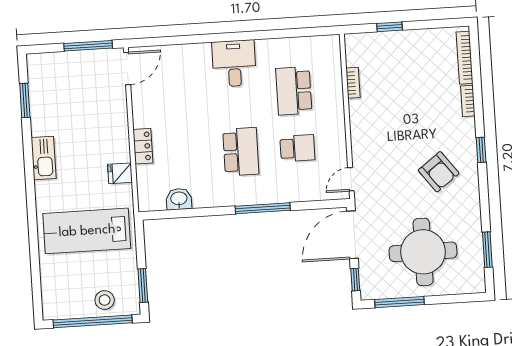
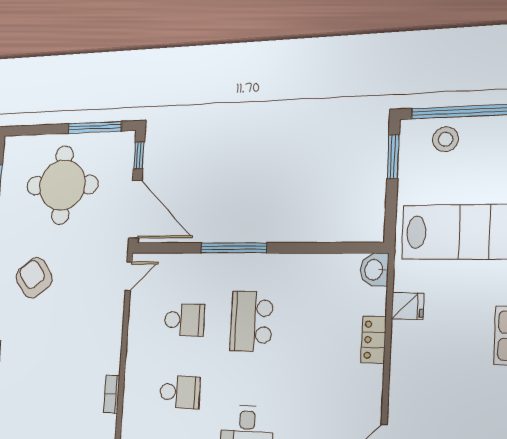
school desk: (294, 91) -> (180, 392), width x0.54
school desk: (297, 148) -> (184, 320), turned 180
washbasin: (179, 199) -> (374, 270), moved, turned 90
door: (352, 235) -> (135, 209), hinge flipped

